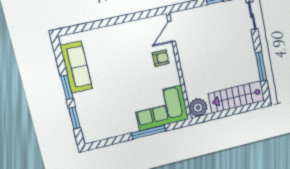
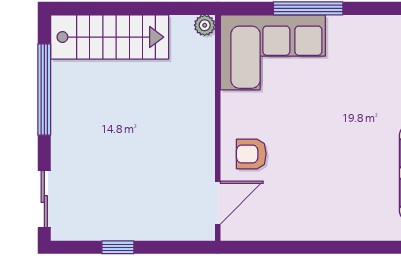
window: (261, 66) -> (44, 89), width x1.46
plant: (198, 108) -> (205, 25), width x0.53, depth x0.53

